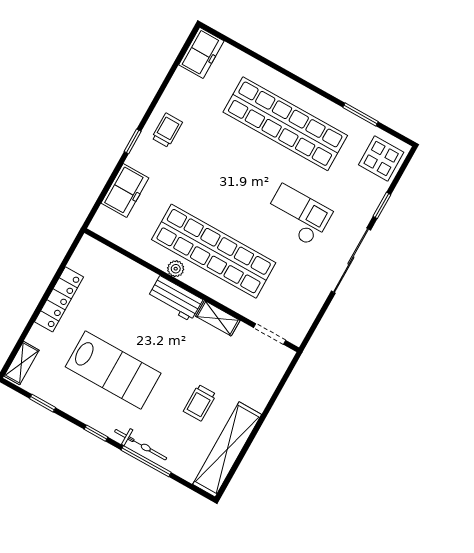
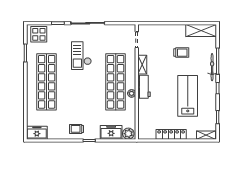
plant: (105, 221) -> (128, 134), added
shelving: (227, 449) -> (201, 30), width x0.68

